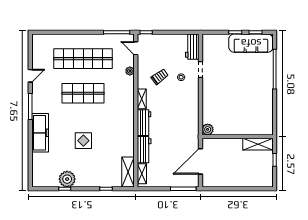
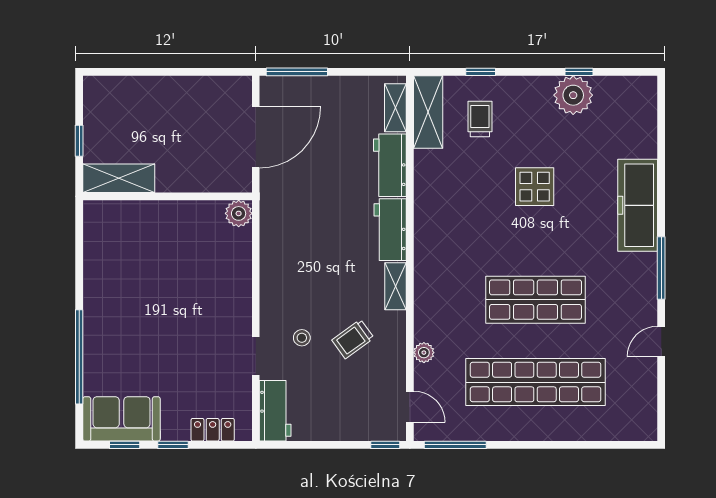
locker: (219, 39) -> (213, 430), added
sofa: (251, 43) -> (122, 419), width x0.73
trolley: (106, 169) -> (480, 119), added

